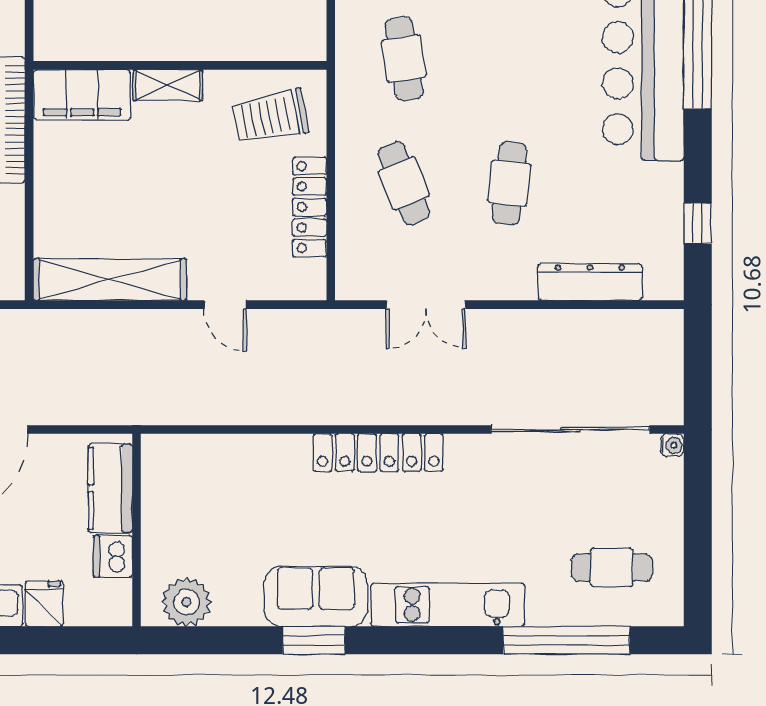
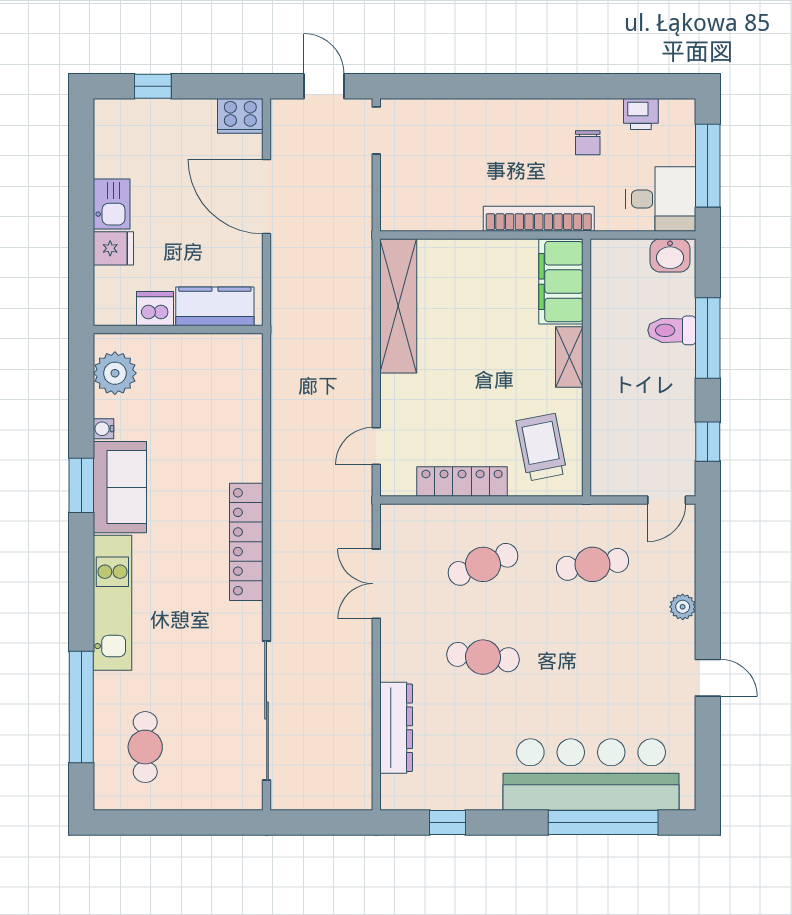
door: (225, 305) -> (376, 446), moved
water cooler: (672, 445) -> (104, 429), moved, turned 90

